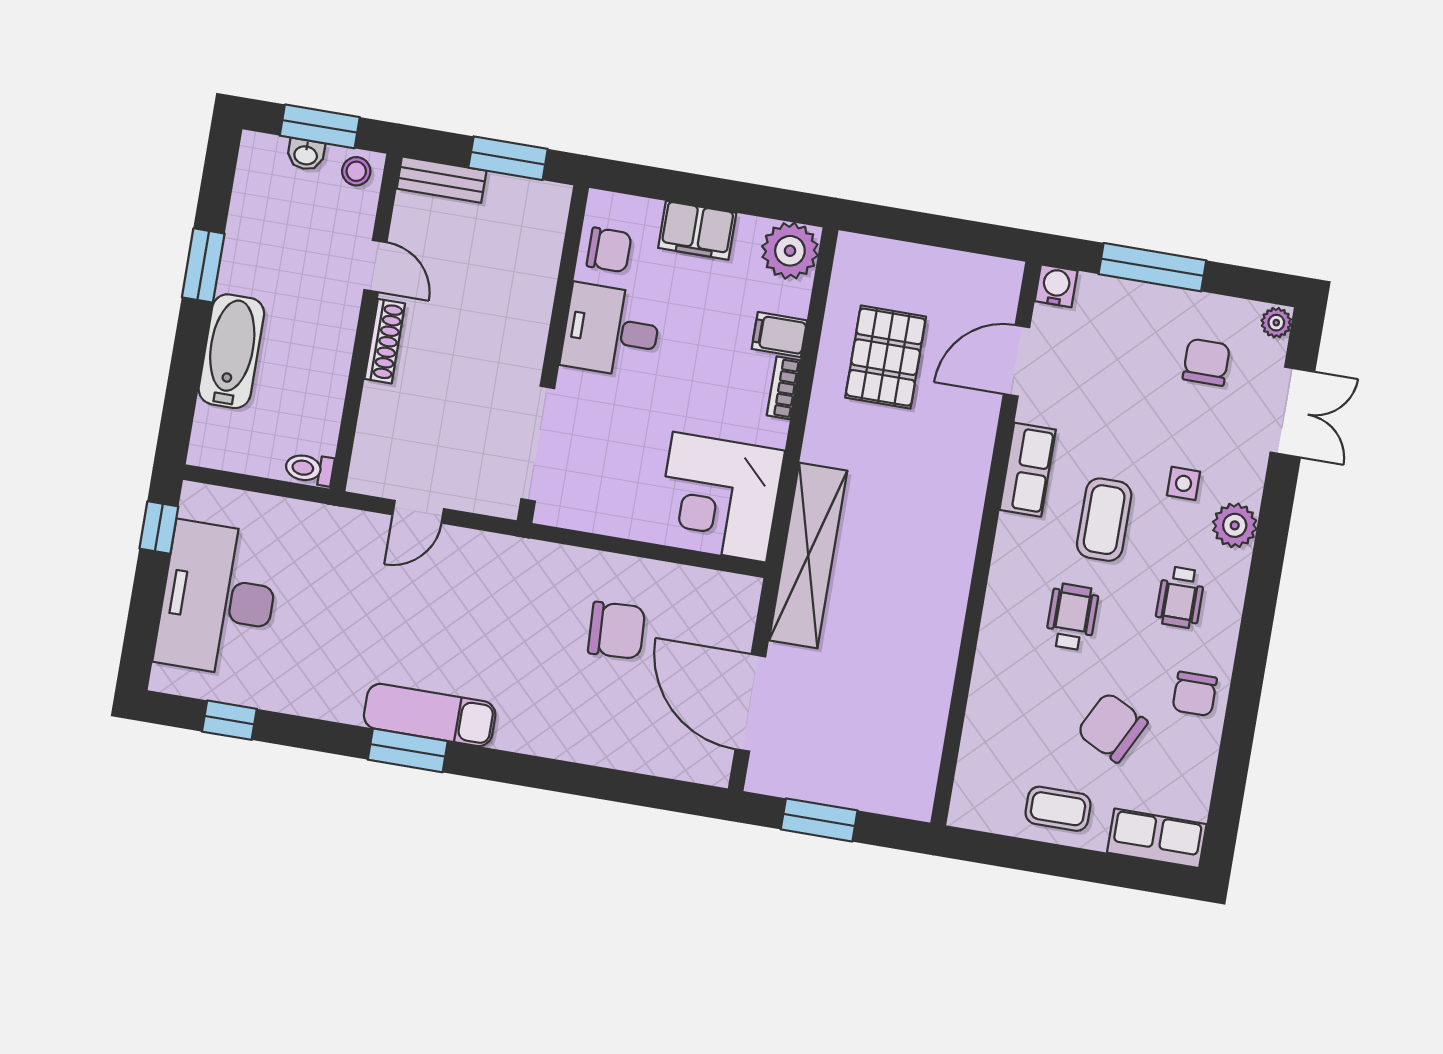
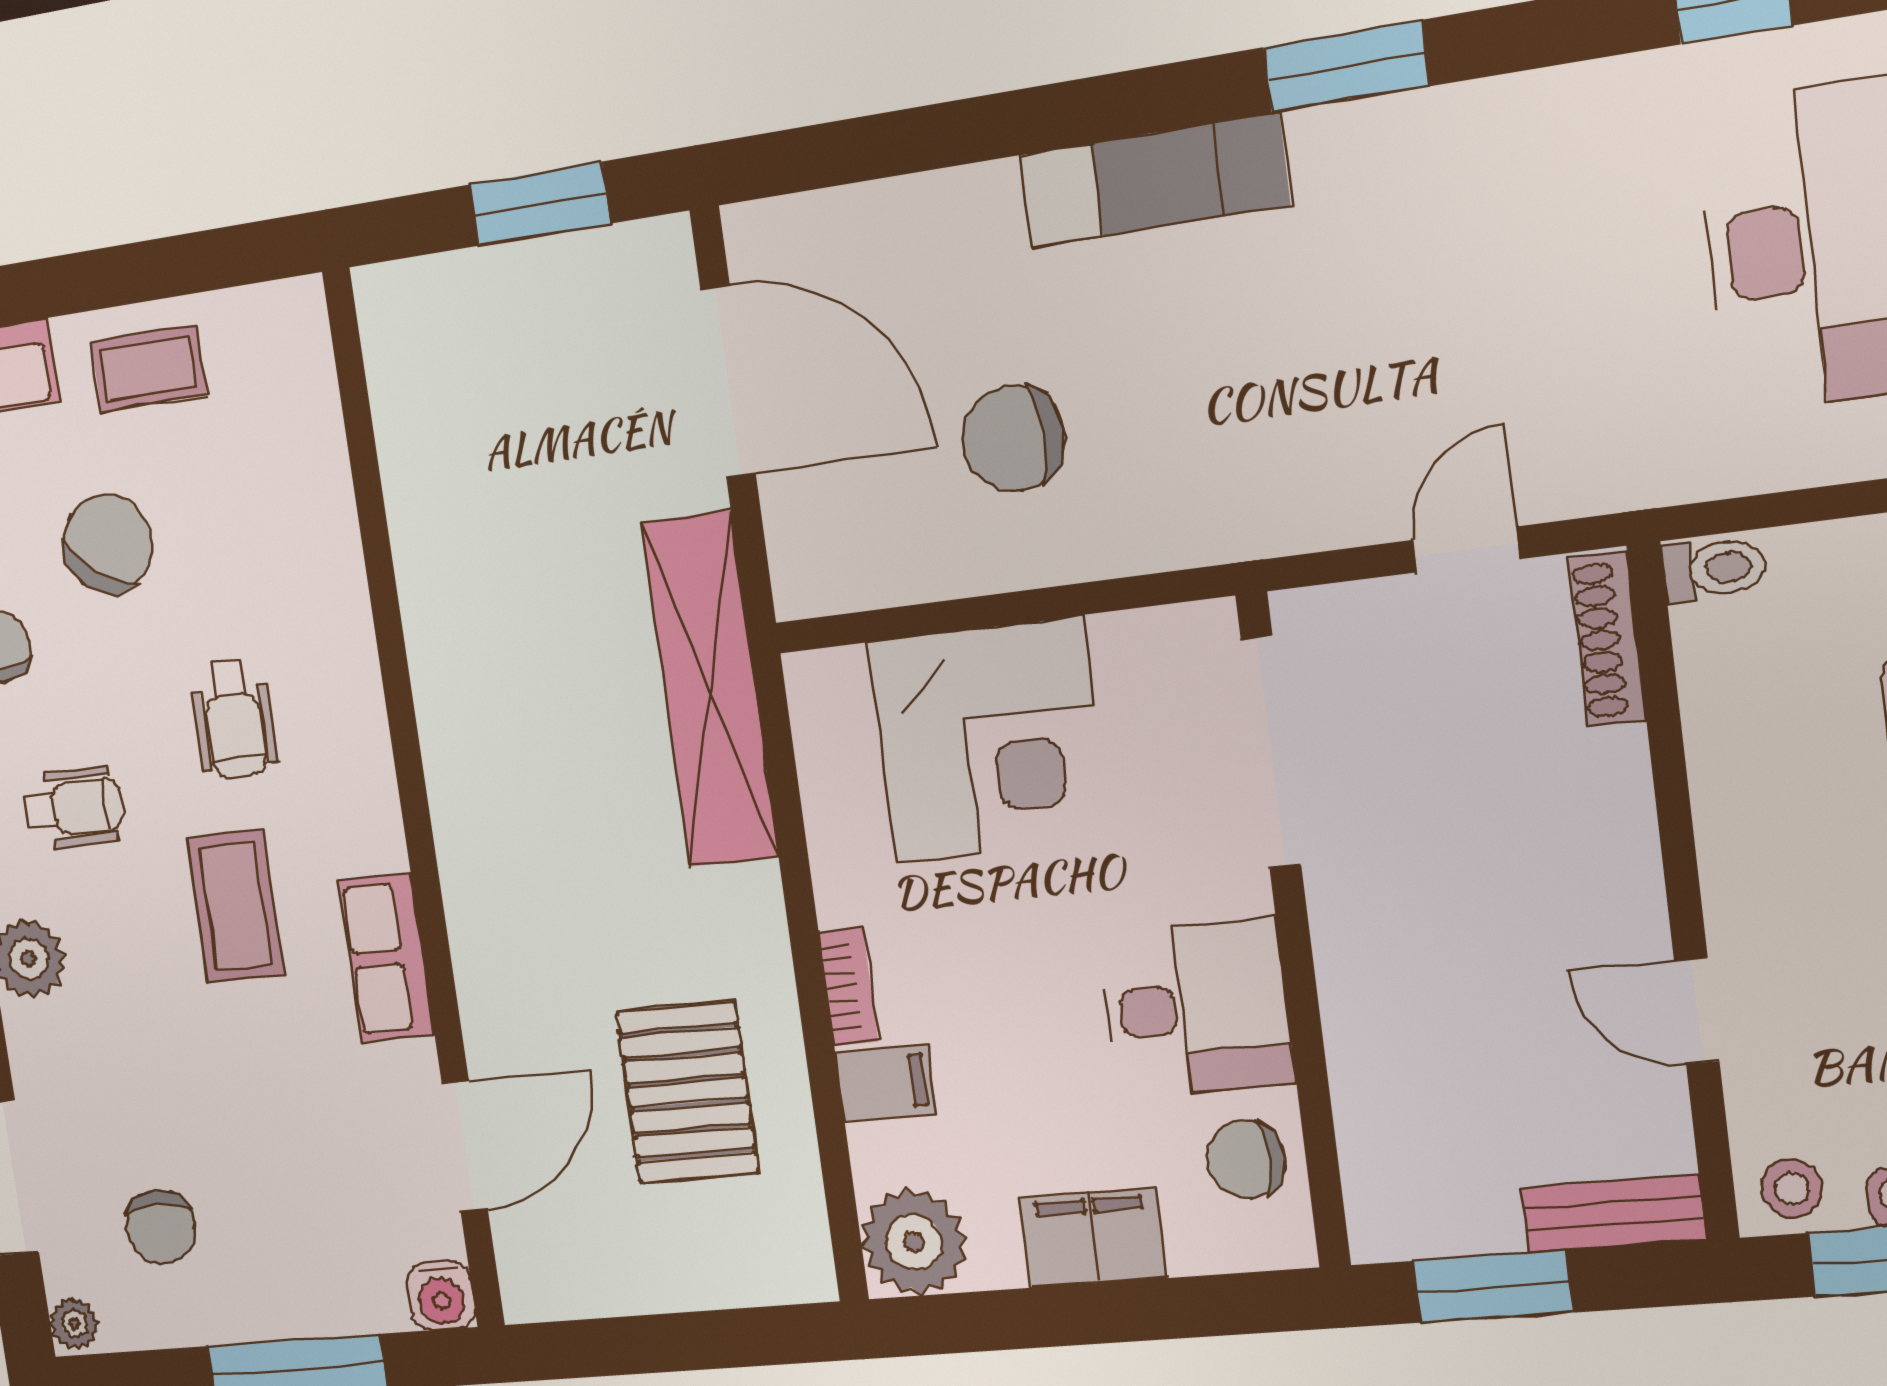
shoe rack: (385, 341) -> (1607, 639), moved
side table: (1184, 483) -> (130, 1007), removed
corner desk: (720, 497) -> (989, 740), moved, turned 90
wheelchair: (1180, 597) -> (73, 808), turned 90
exam couch: (430, 715) -> (1154, 180), moved
chair: (1112, 727) -> (108, 544), turned -81

